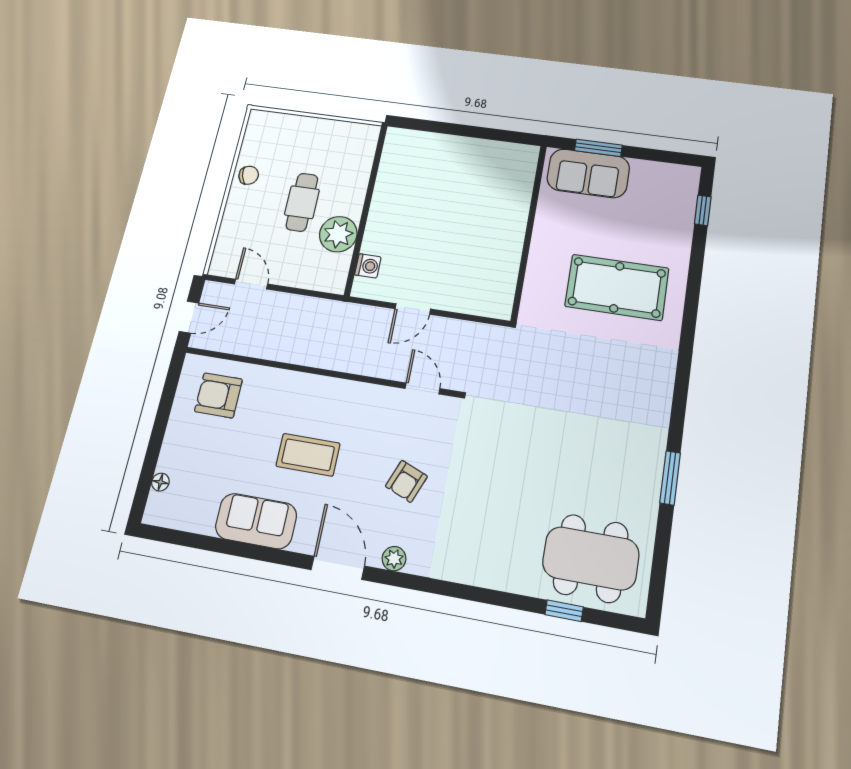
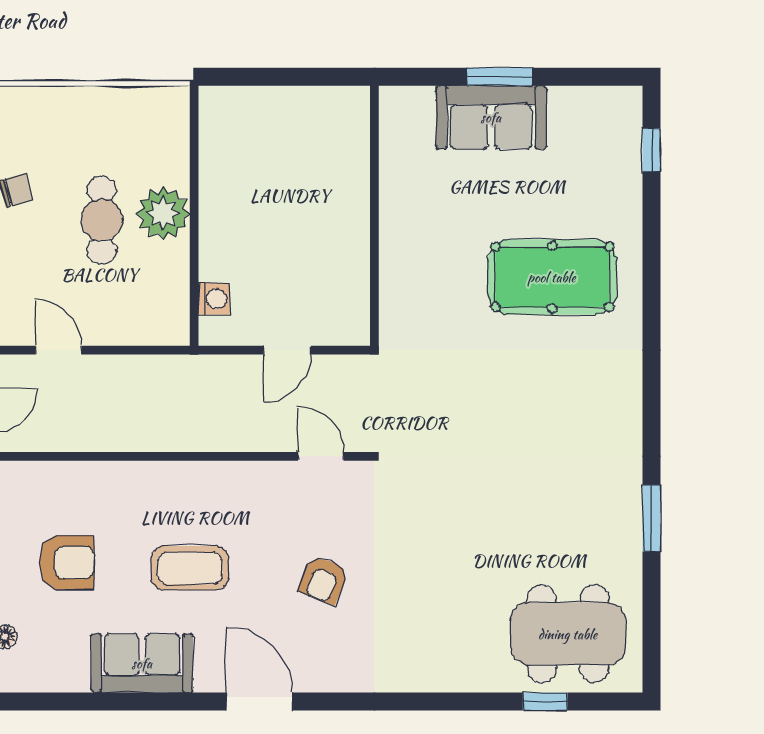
wall: (529, 232) -> (374, 216), moved
plant: (338, 234) -> (163, 213), moved
armchair: (218, 395) -> (67, 562), moved, turned 180
plant: (394, 559) -> (327, 678), removed

